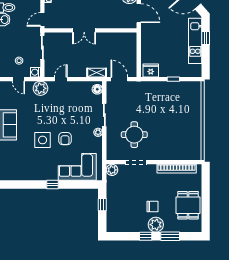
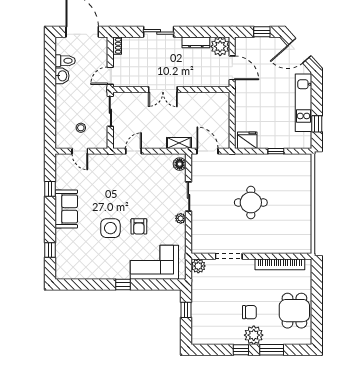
window: (206, 38) -> (317, 124), moved
washing machine: (36, 72) -> (102, 142), removed
plant: (40, 88) -> (108, 163), removed
round table: (134, 135) -> (251, 202), moved

